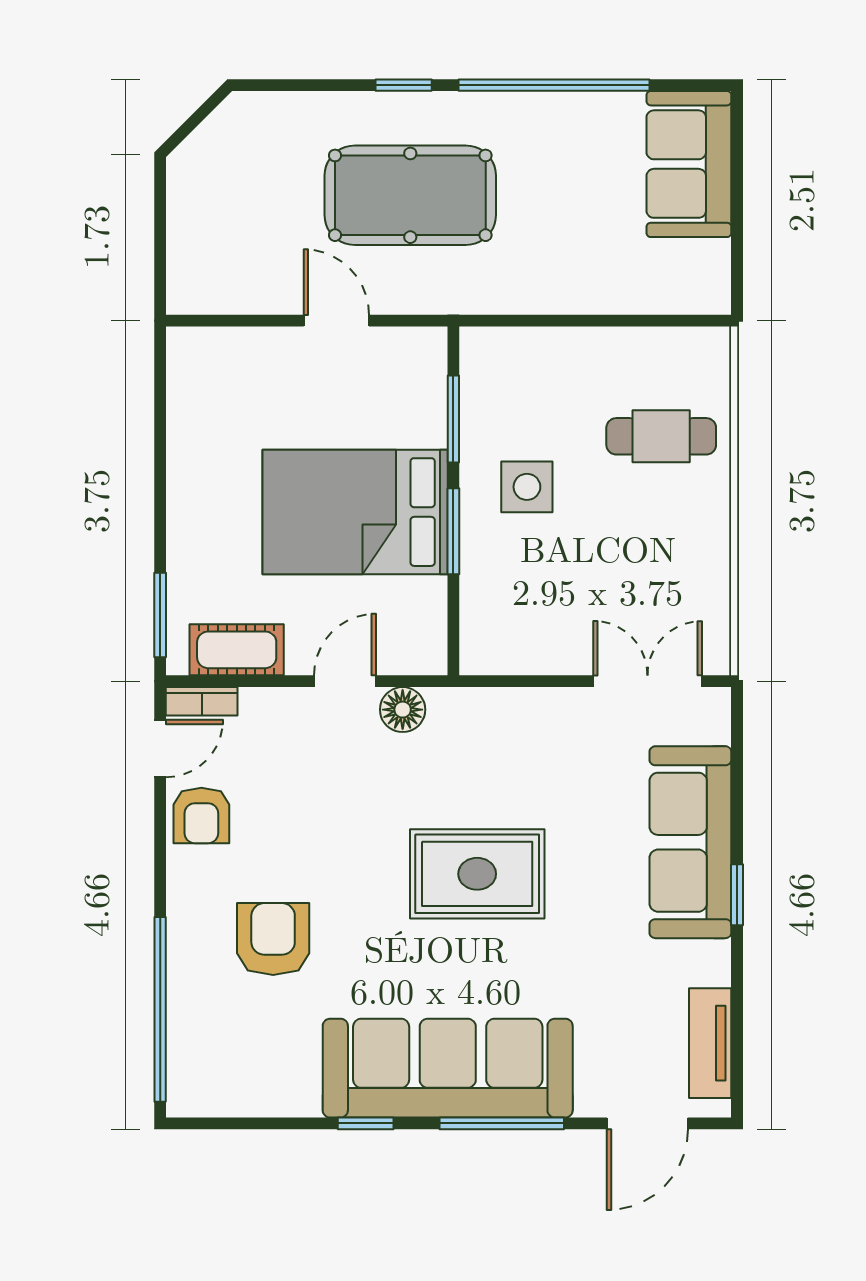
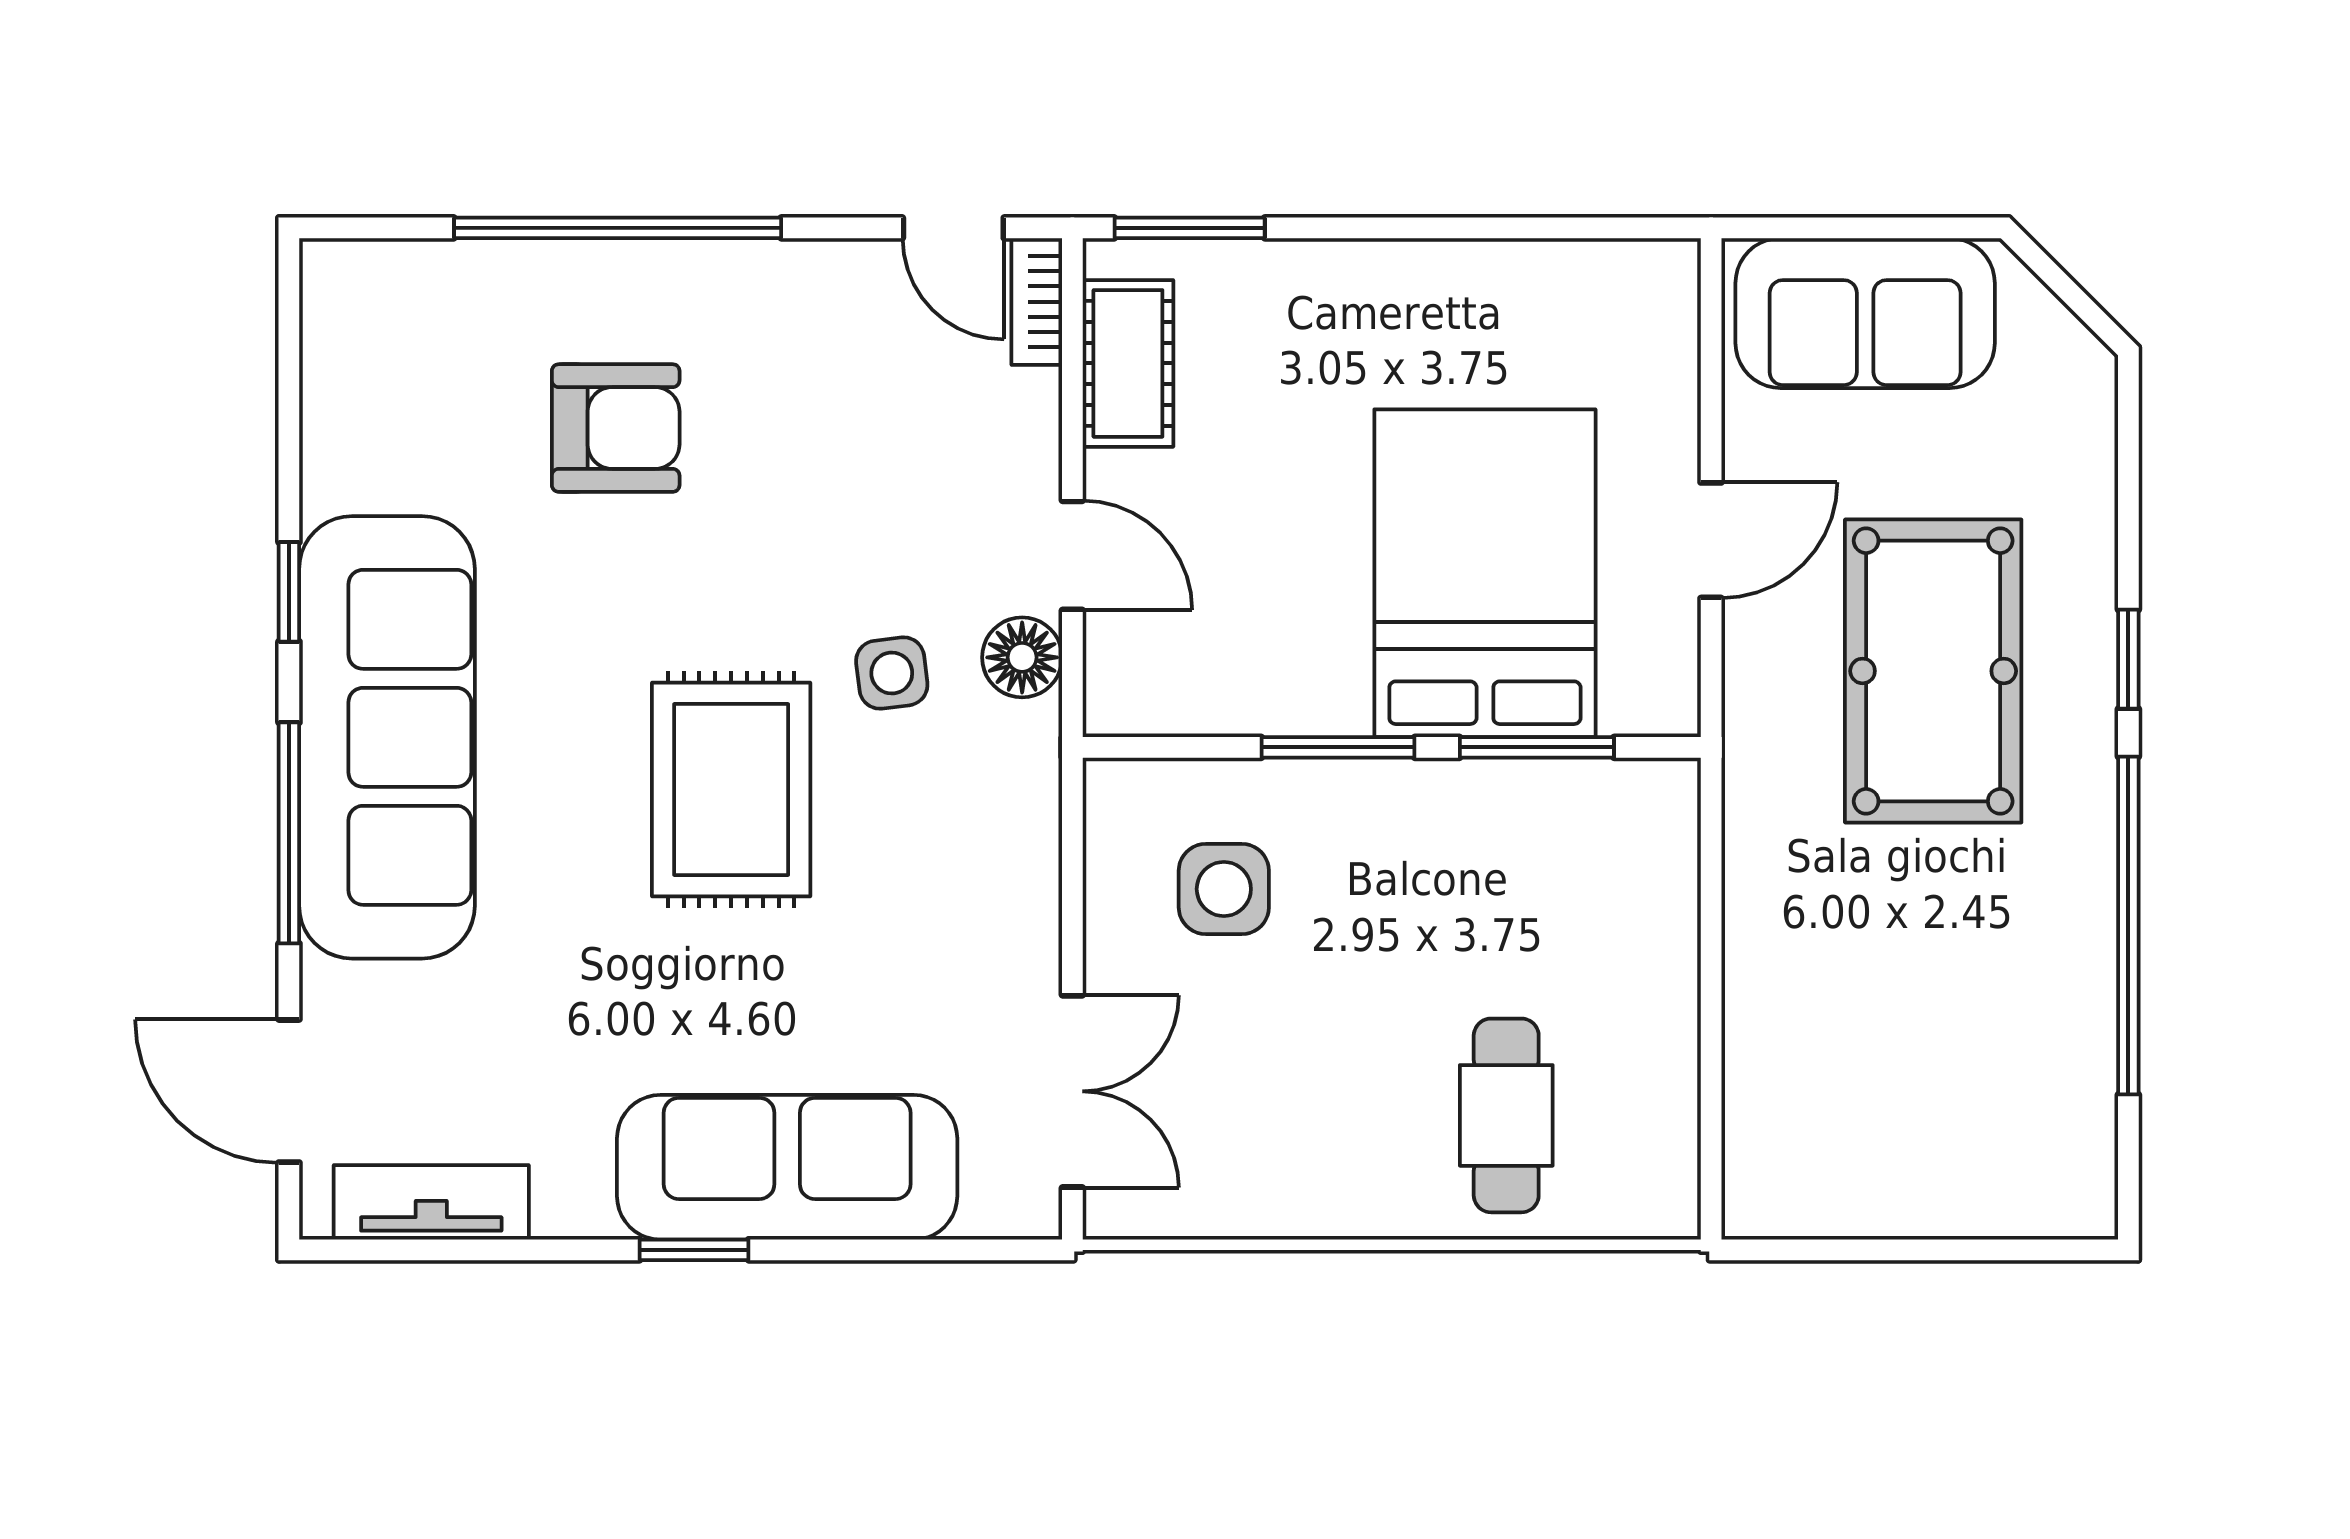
sofa: (689, 164) -> (1865, 313), moved, turned 180
side table: (527, 487) -> (1224, 889), moved
bed: (355, 512) -> (1485, 573), moved
side table: (411, 783) -> (892, 673), added
armchair: (201, 815) -> (834, 301), removed
window: (160, 1009) -> (618, 228), moved

